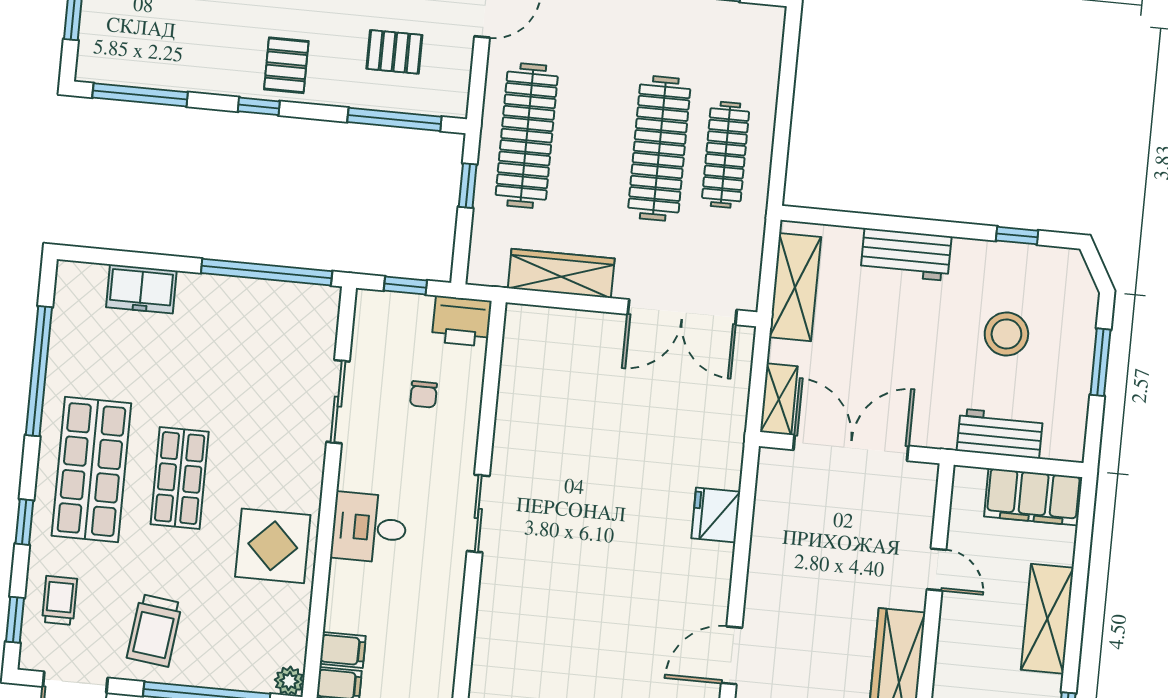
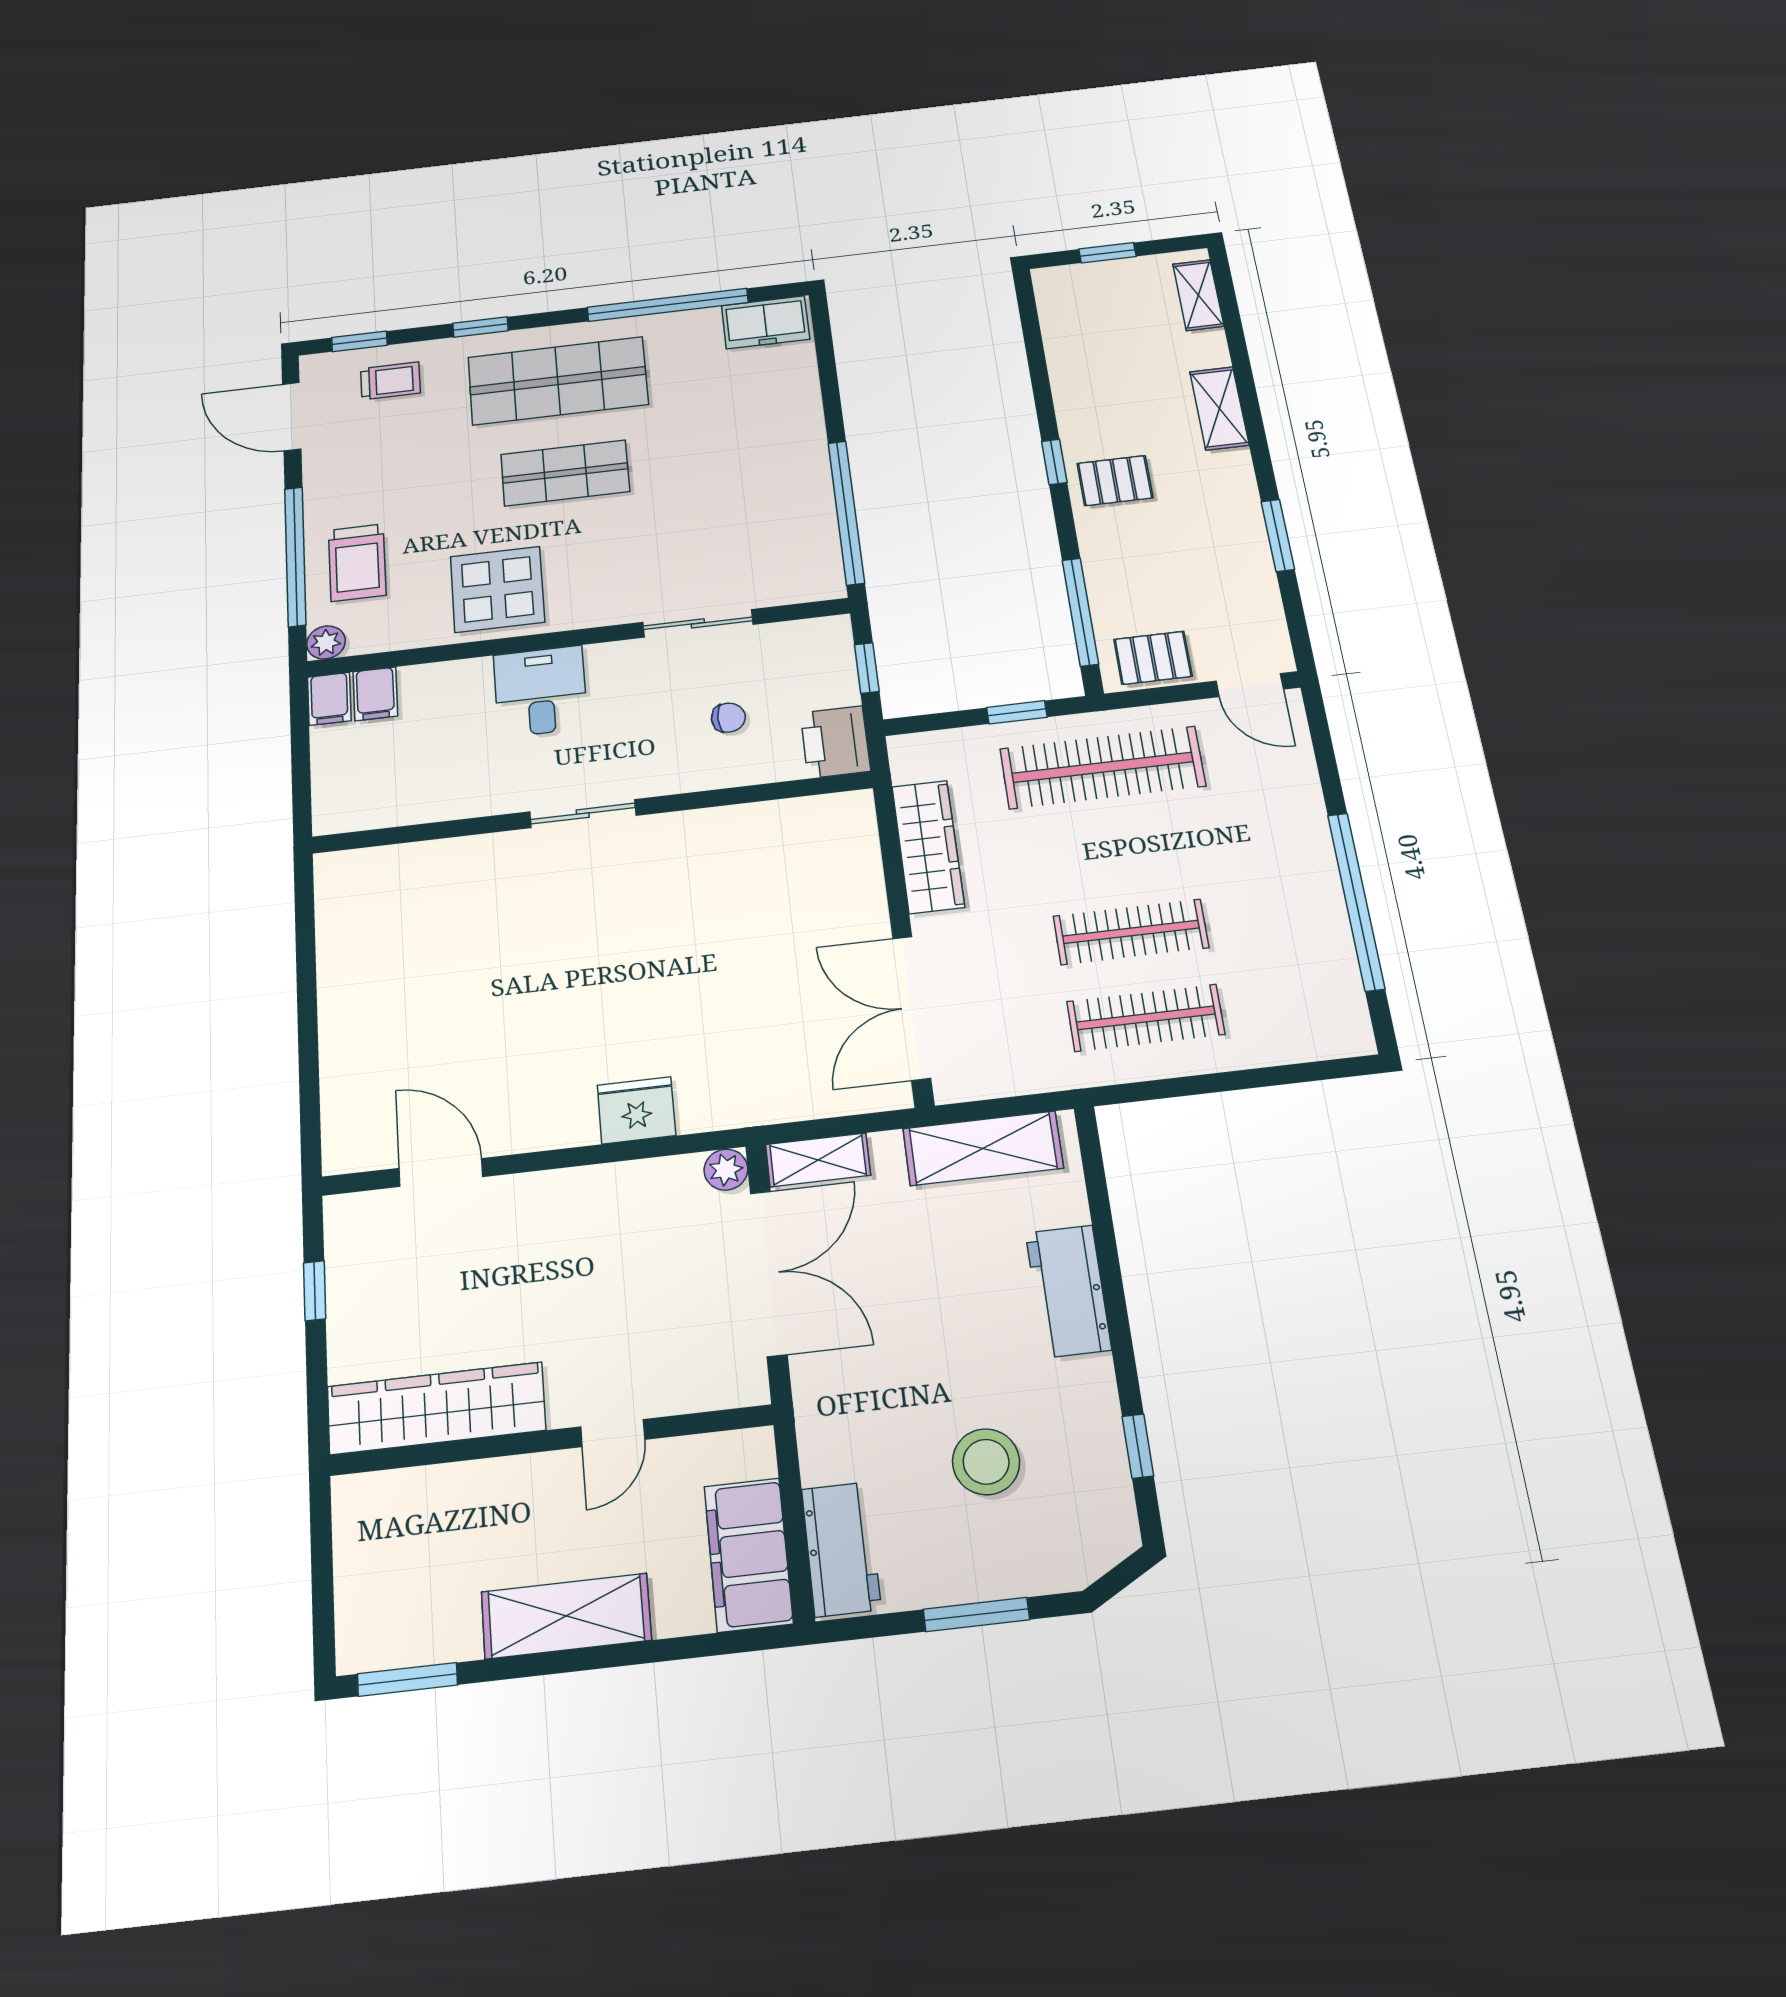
pallet: (394, 52) -> (1153, 658), moved, turned 90
window: (140, 95) -> (1033, 338), removed
clothes rail: (659, 148) -> (1131, 932), width x0.73, depth x0.76
freezer: (141, 289) -> (766, 322), moved, turned -90
chair: (423, 394) -> (728, 718), turned 180
workbench: (1000, 434) -> (841, 1549), moved
plant: (772, 462) -> (726, 1170), added
trolley: (154, 630) -> (357, 563), moved, turned -97

